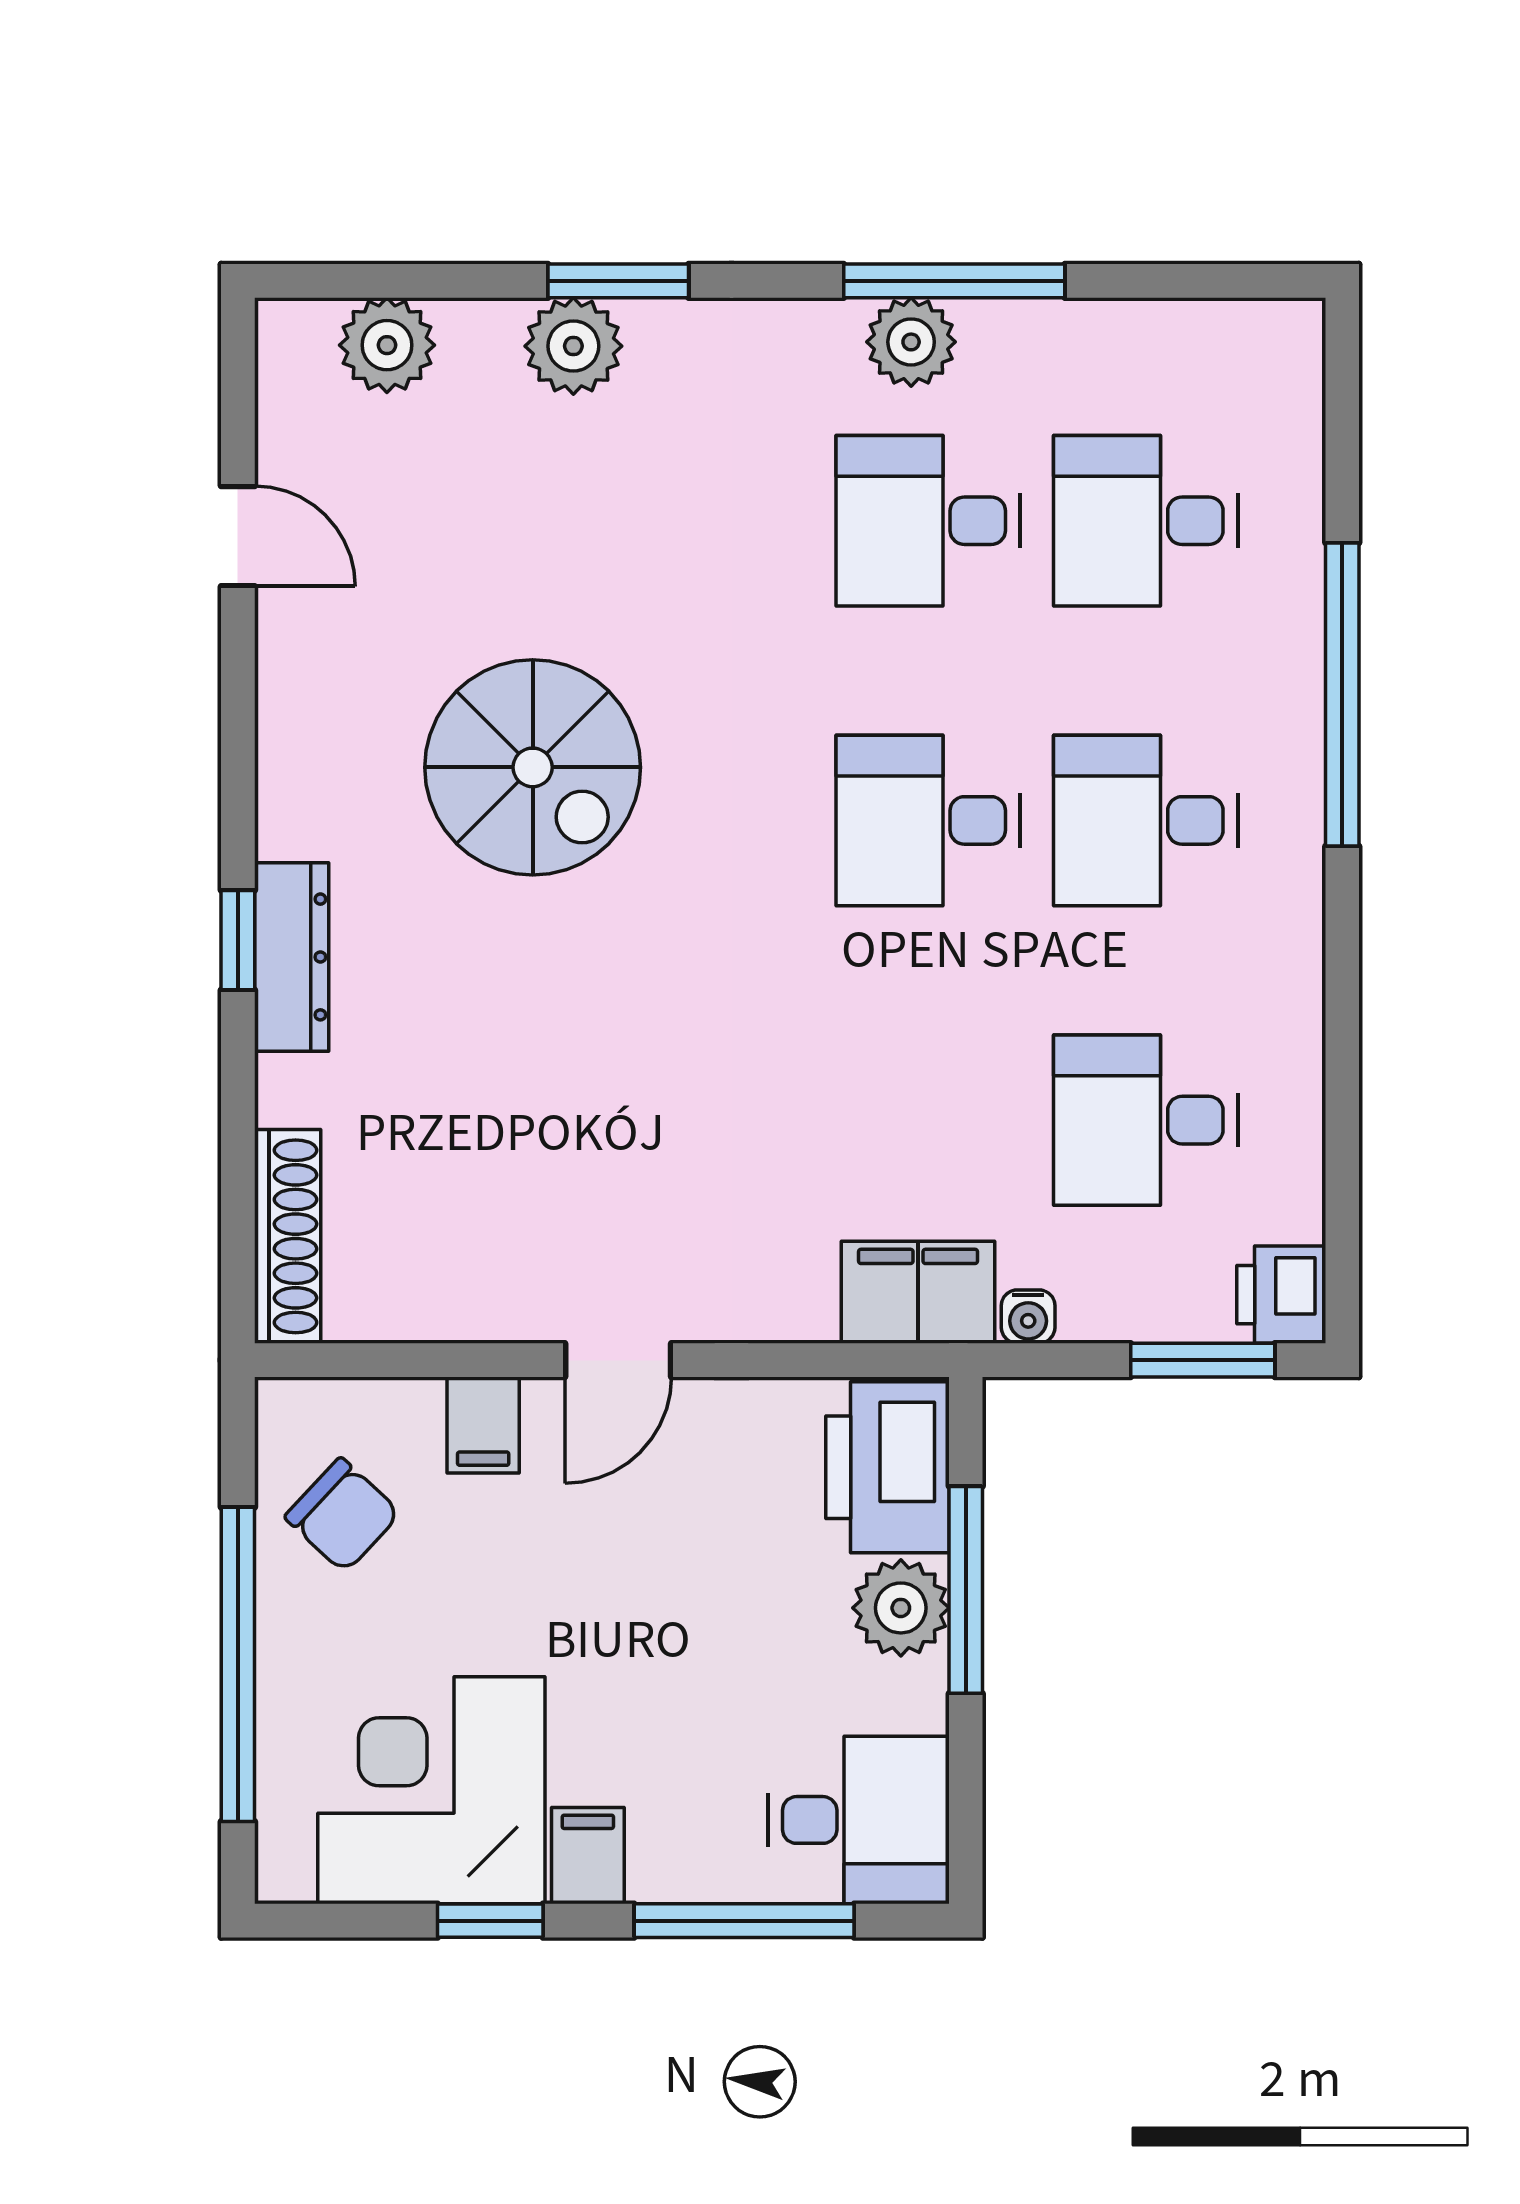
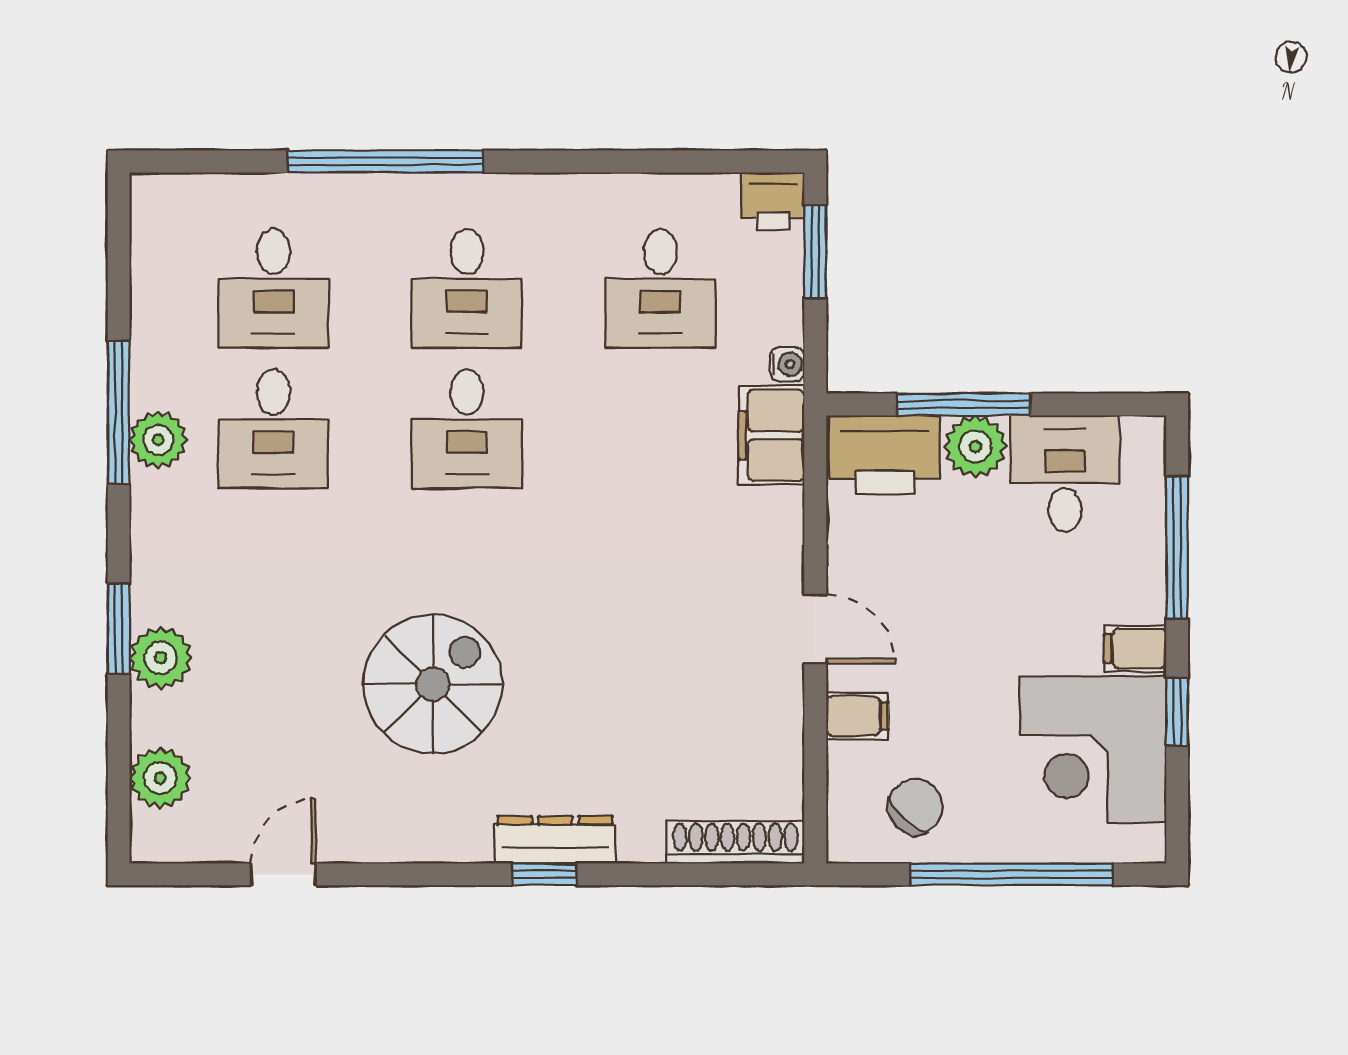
desk: (859, 1820) -> (1065, 474), moved

